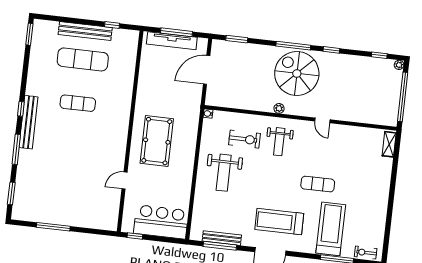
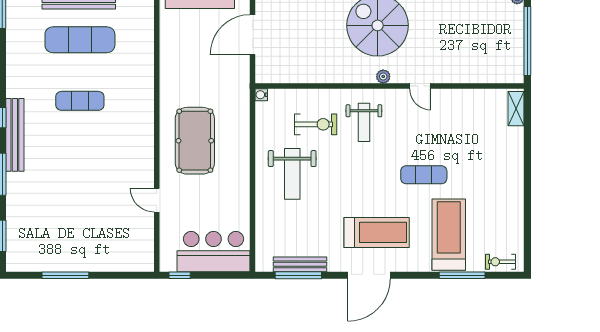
plant: (279, 108) -> (383, 76), moved
door: (125, 180) -> (157, 200), hinge flipped
treadmill: (279, 221) -> (377, 232), turned 180

